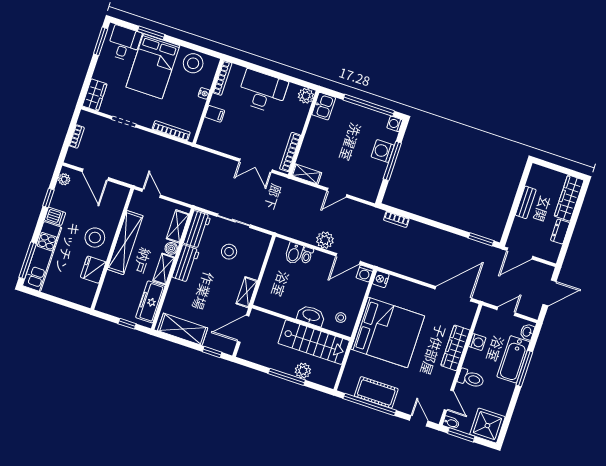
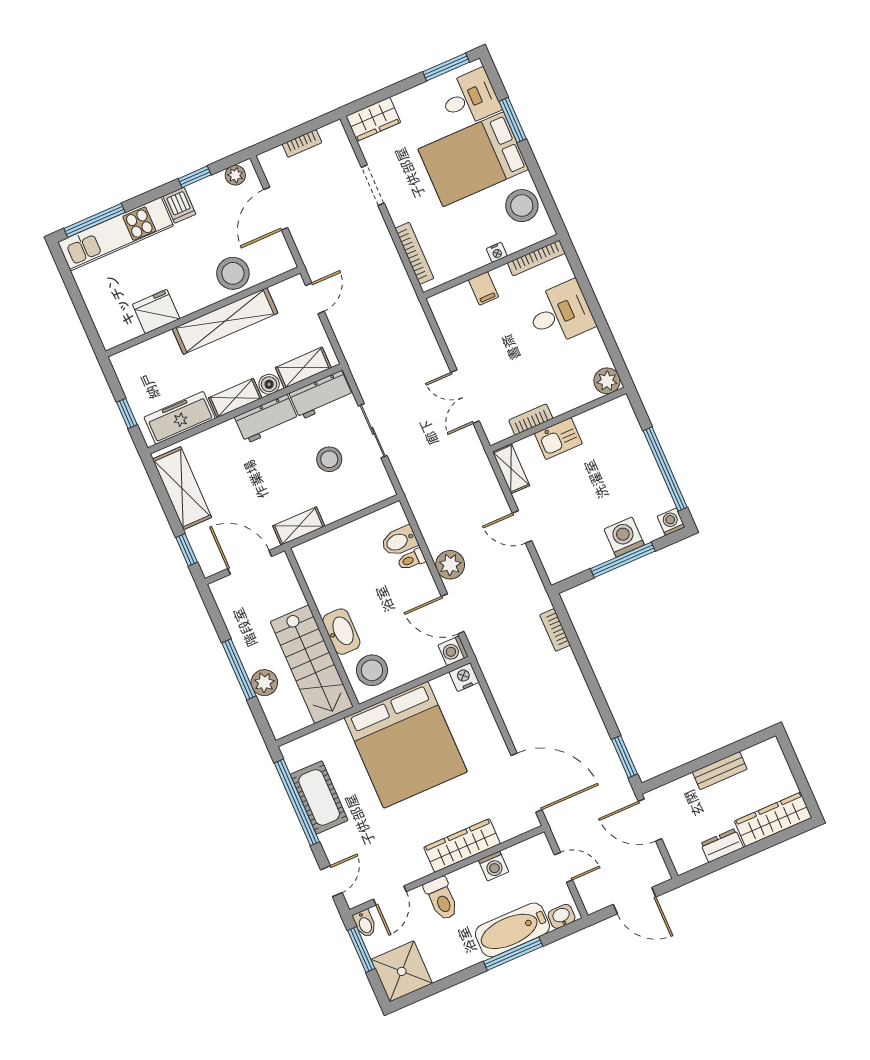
desk: (263, 91) -> (560, 313), width x0.73
kitchen sink: (324, 106) -> (558, 439), moved
bookcase: (290, 152) -> (531, 419), width x0.64
stool: (95, 238) -> (233, 273), moved
stool: (341, 318) -> (372, 670), width x1.89, depth x1.89

